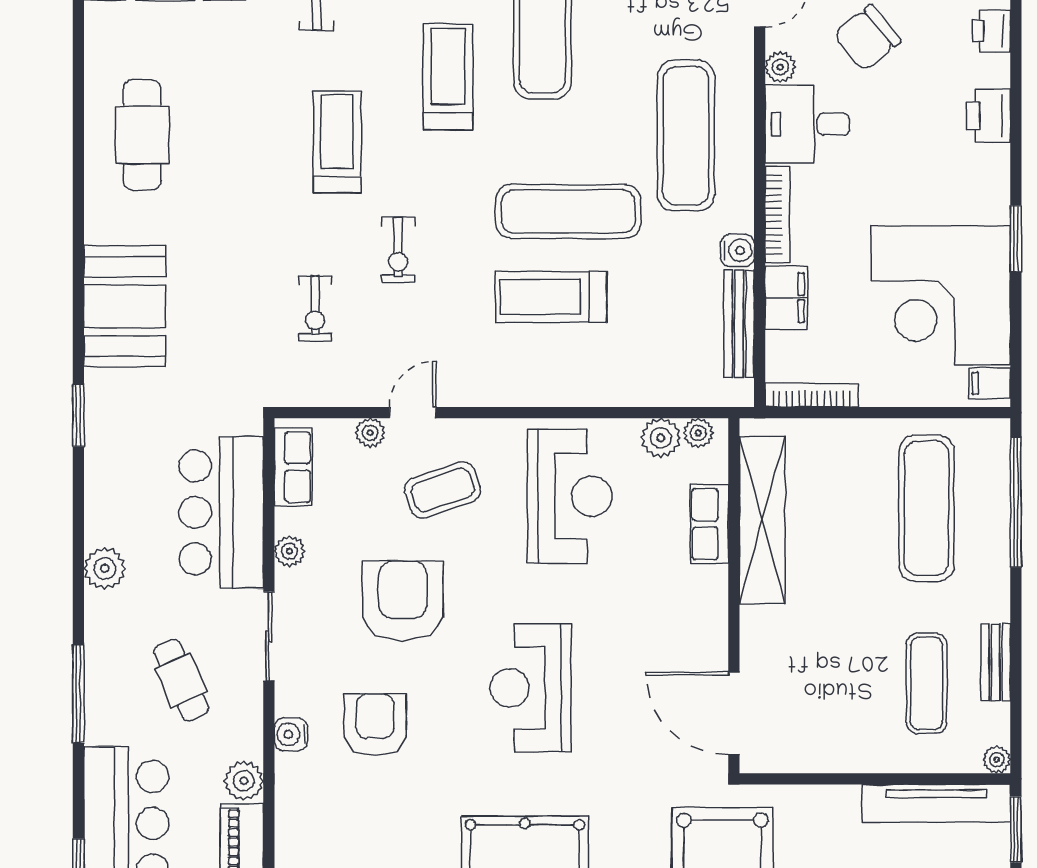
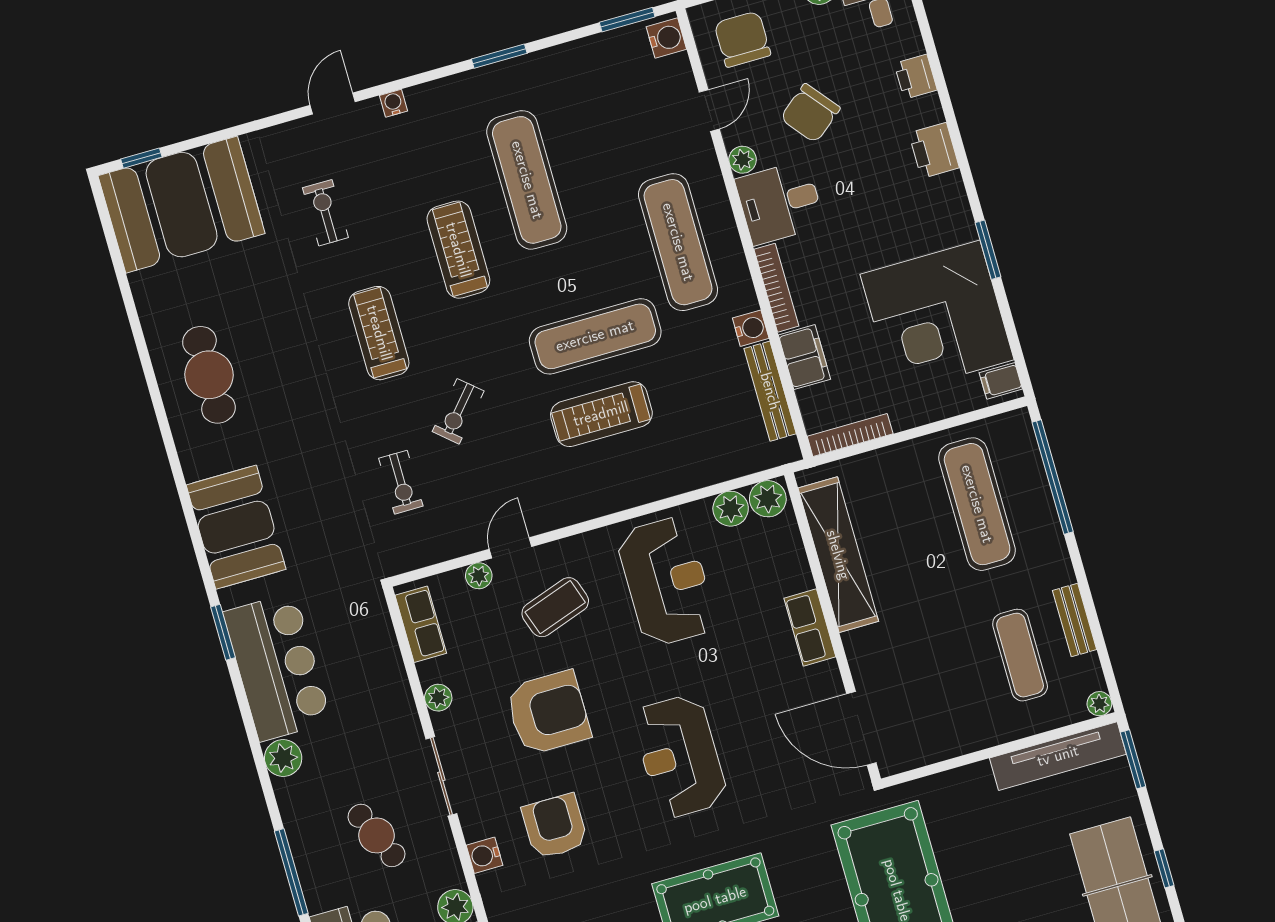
exercise bike: (398, 250) -> (458, 411), turned 41
plant: (698, 433) -> (768, 499), width x1.38, depth x1.38
bar counter: (221, 512) -> (277, 667), moved, turned 180
row of seats: (710, 524) -> (810, 628), moved
armchair: (403, 601) -> (548, 713), turned 90

